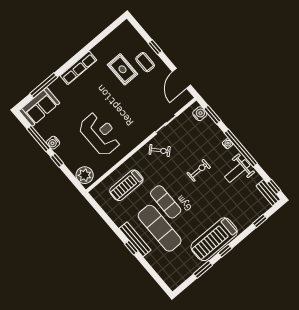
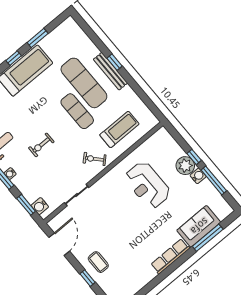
rug: (122, 69) -> (123, 254), removed
sofa: (39, 107) -> (199, 226), moved
exercise bike: (160, 150) -> (95, 159), moved
plant: (85, 175) -> (185, 166), moved

